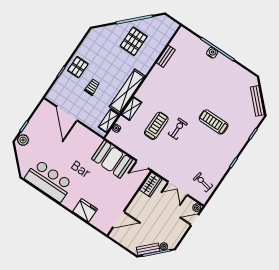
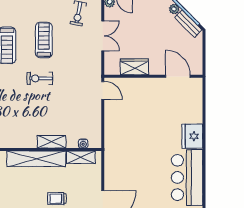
treadmill: (156, 126) -> (44, 40), moved, turned 90
booth: (112, 159) -> (119, 126), removed
wardrobe: (151, 185) -> (134, 67), moved
fridge: (85, 210) -> (192, 136), moved

